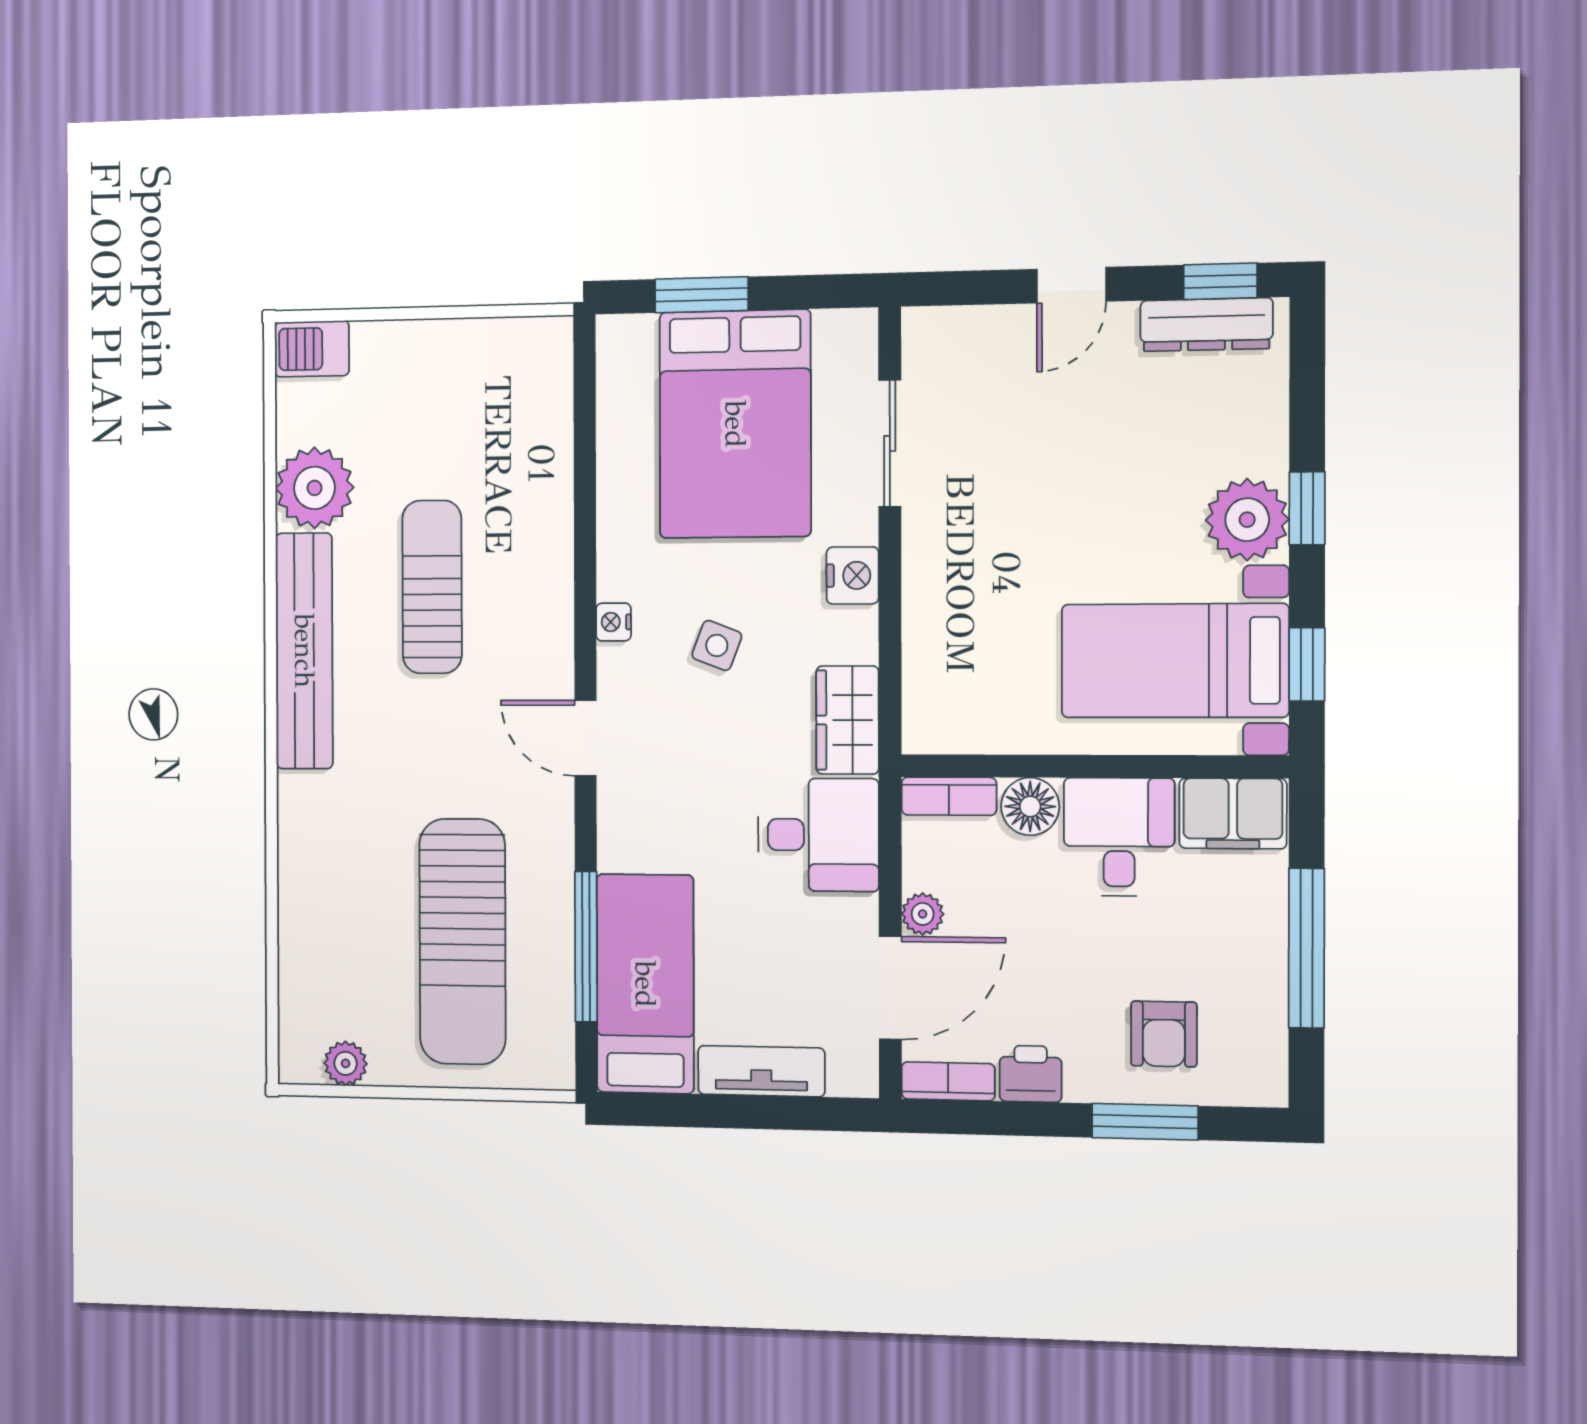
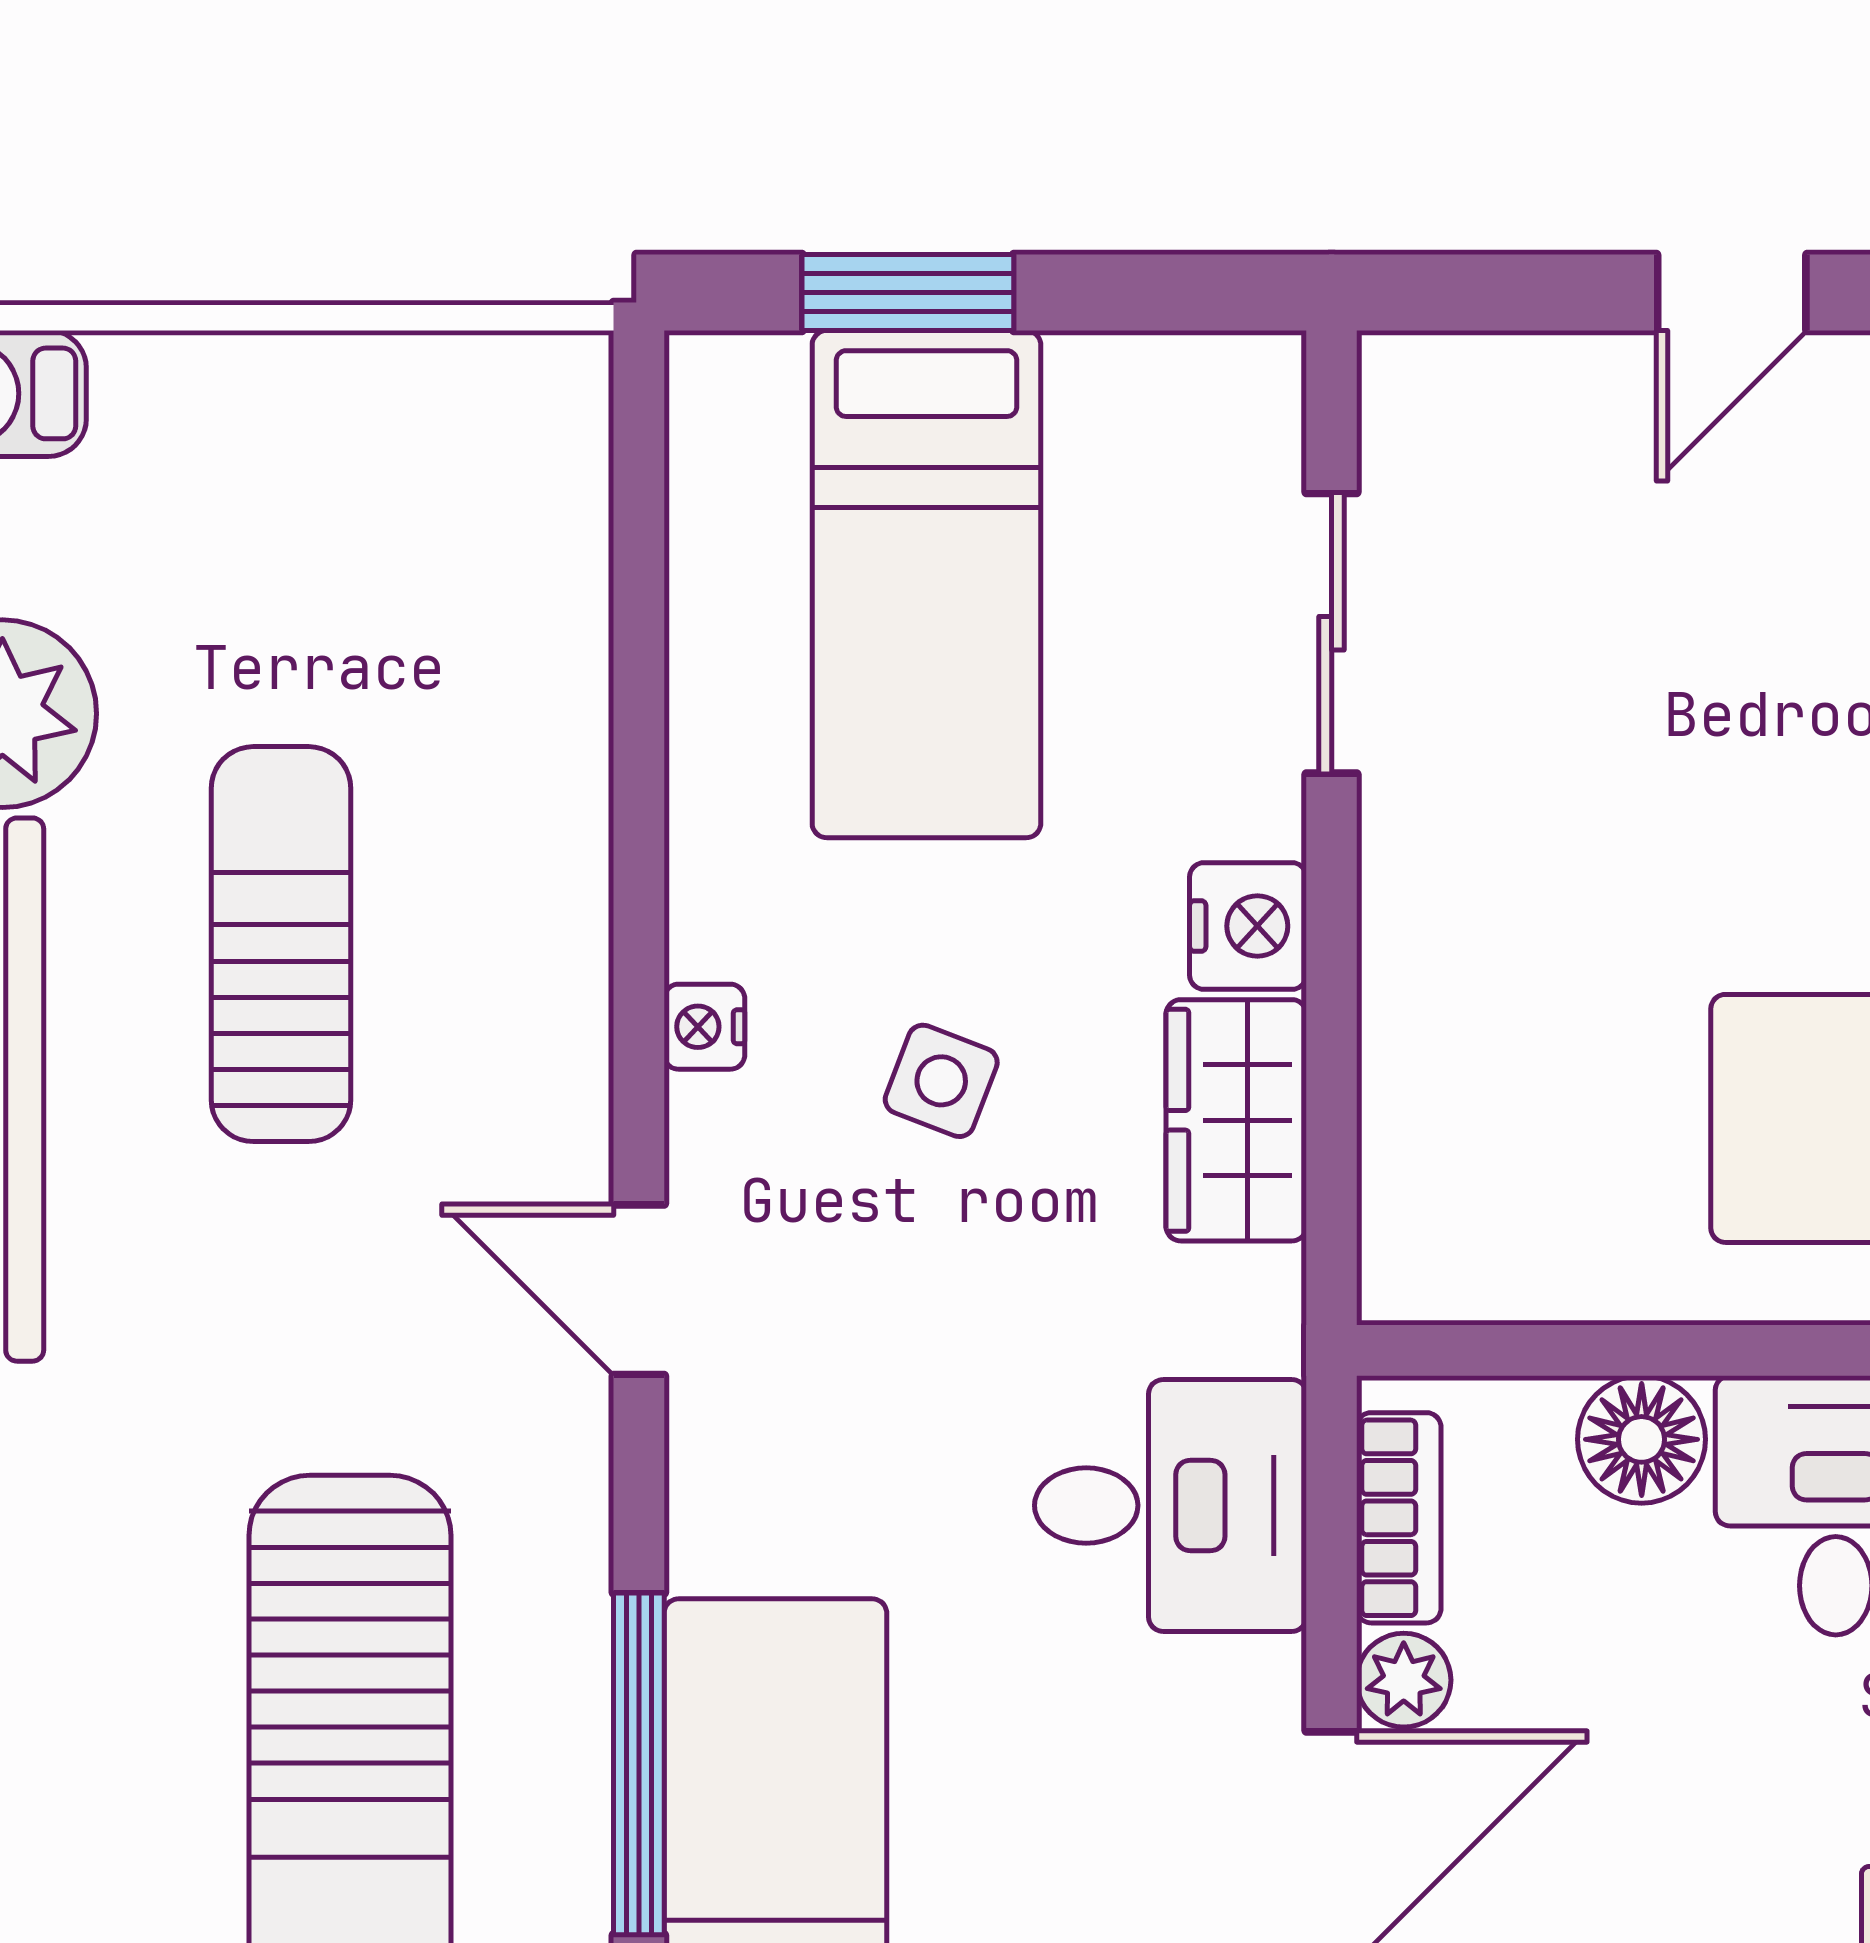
bed: (735, 424) -> (926, 584), width x0.67
wardrobe: (847, 720) -> (1236, 1120), moved
bookcase: (949, 796) -> (1399, 1518), moved, turned -90

